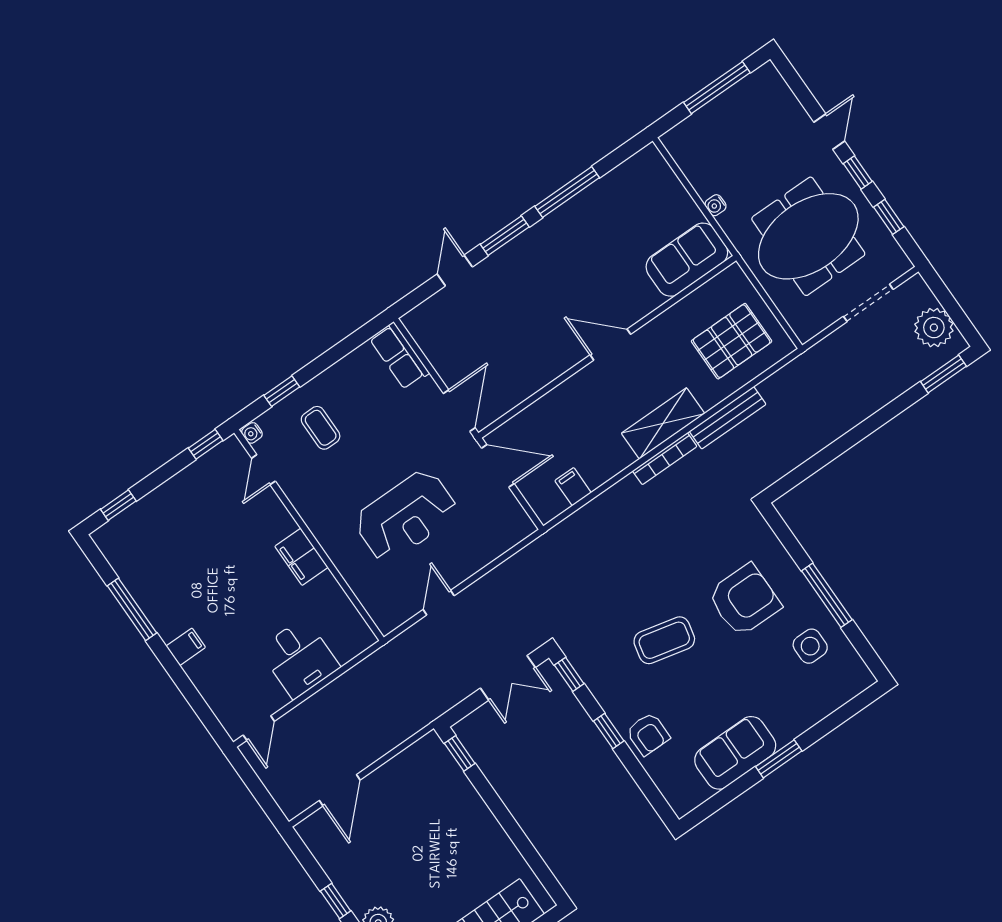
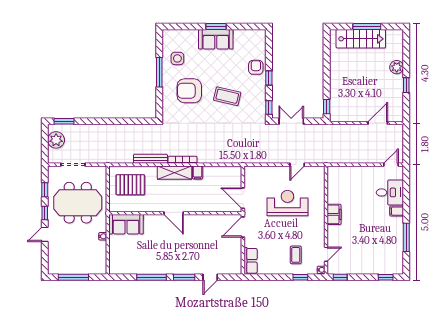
filing cabinet: (573, 487) -> (198, 172), moved
desk: (299, 658) -> (390, 192), moved, turned 90
sofa: (735, 753) -> (216, 39), moved

